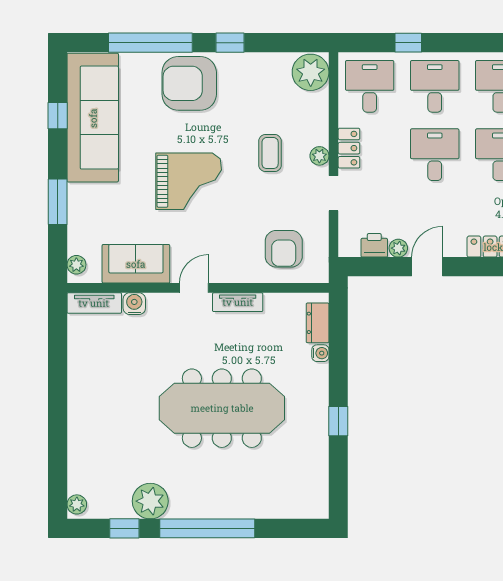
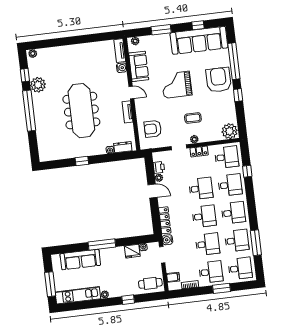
grand piano: (189, 181) -> (177, 85), turned 90

